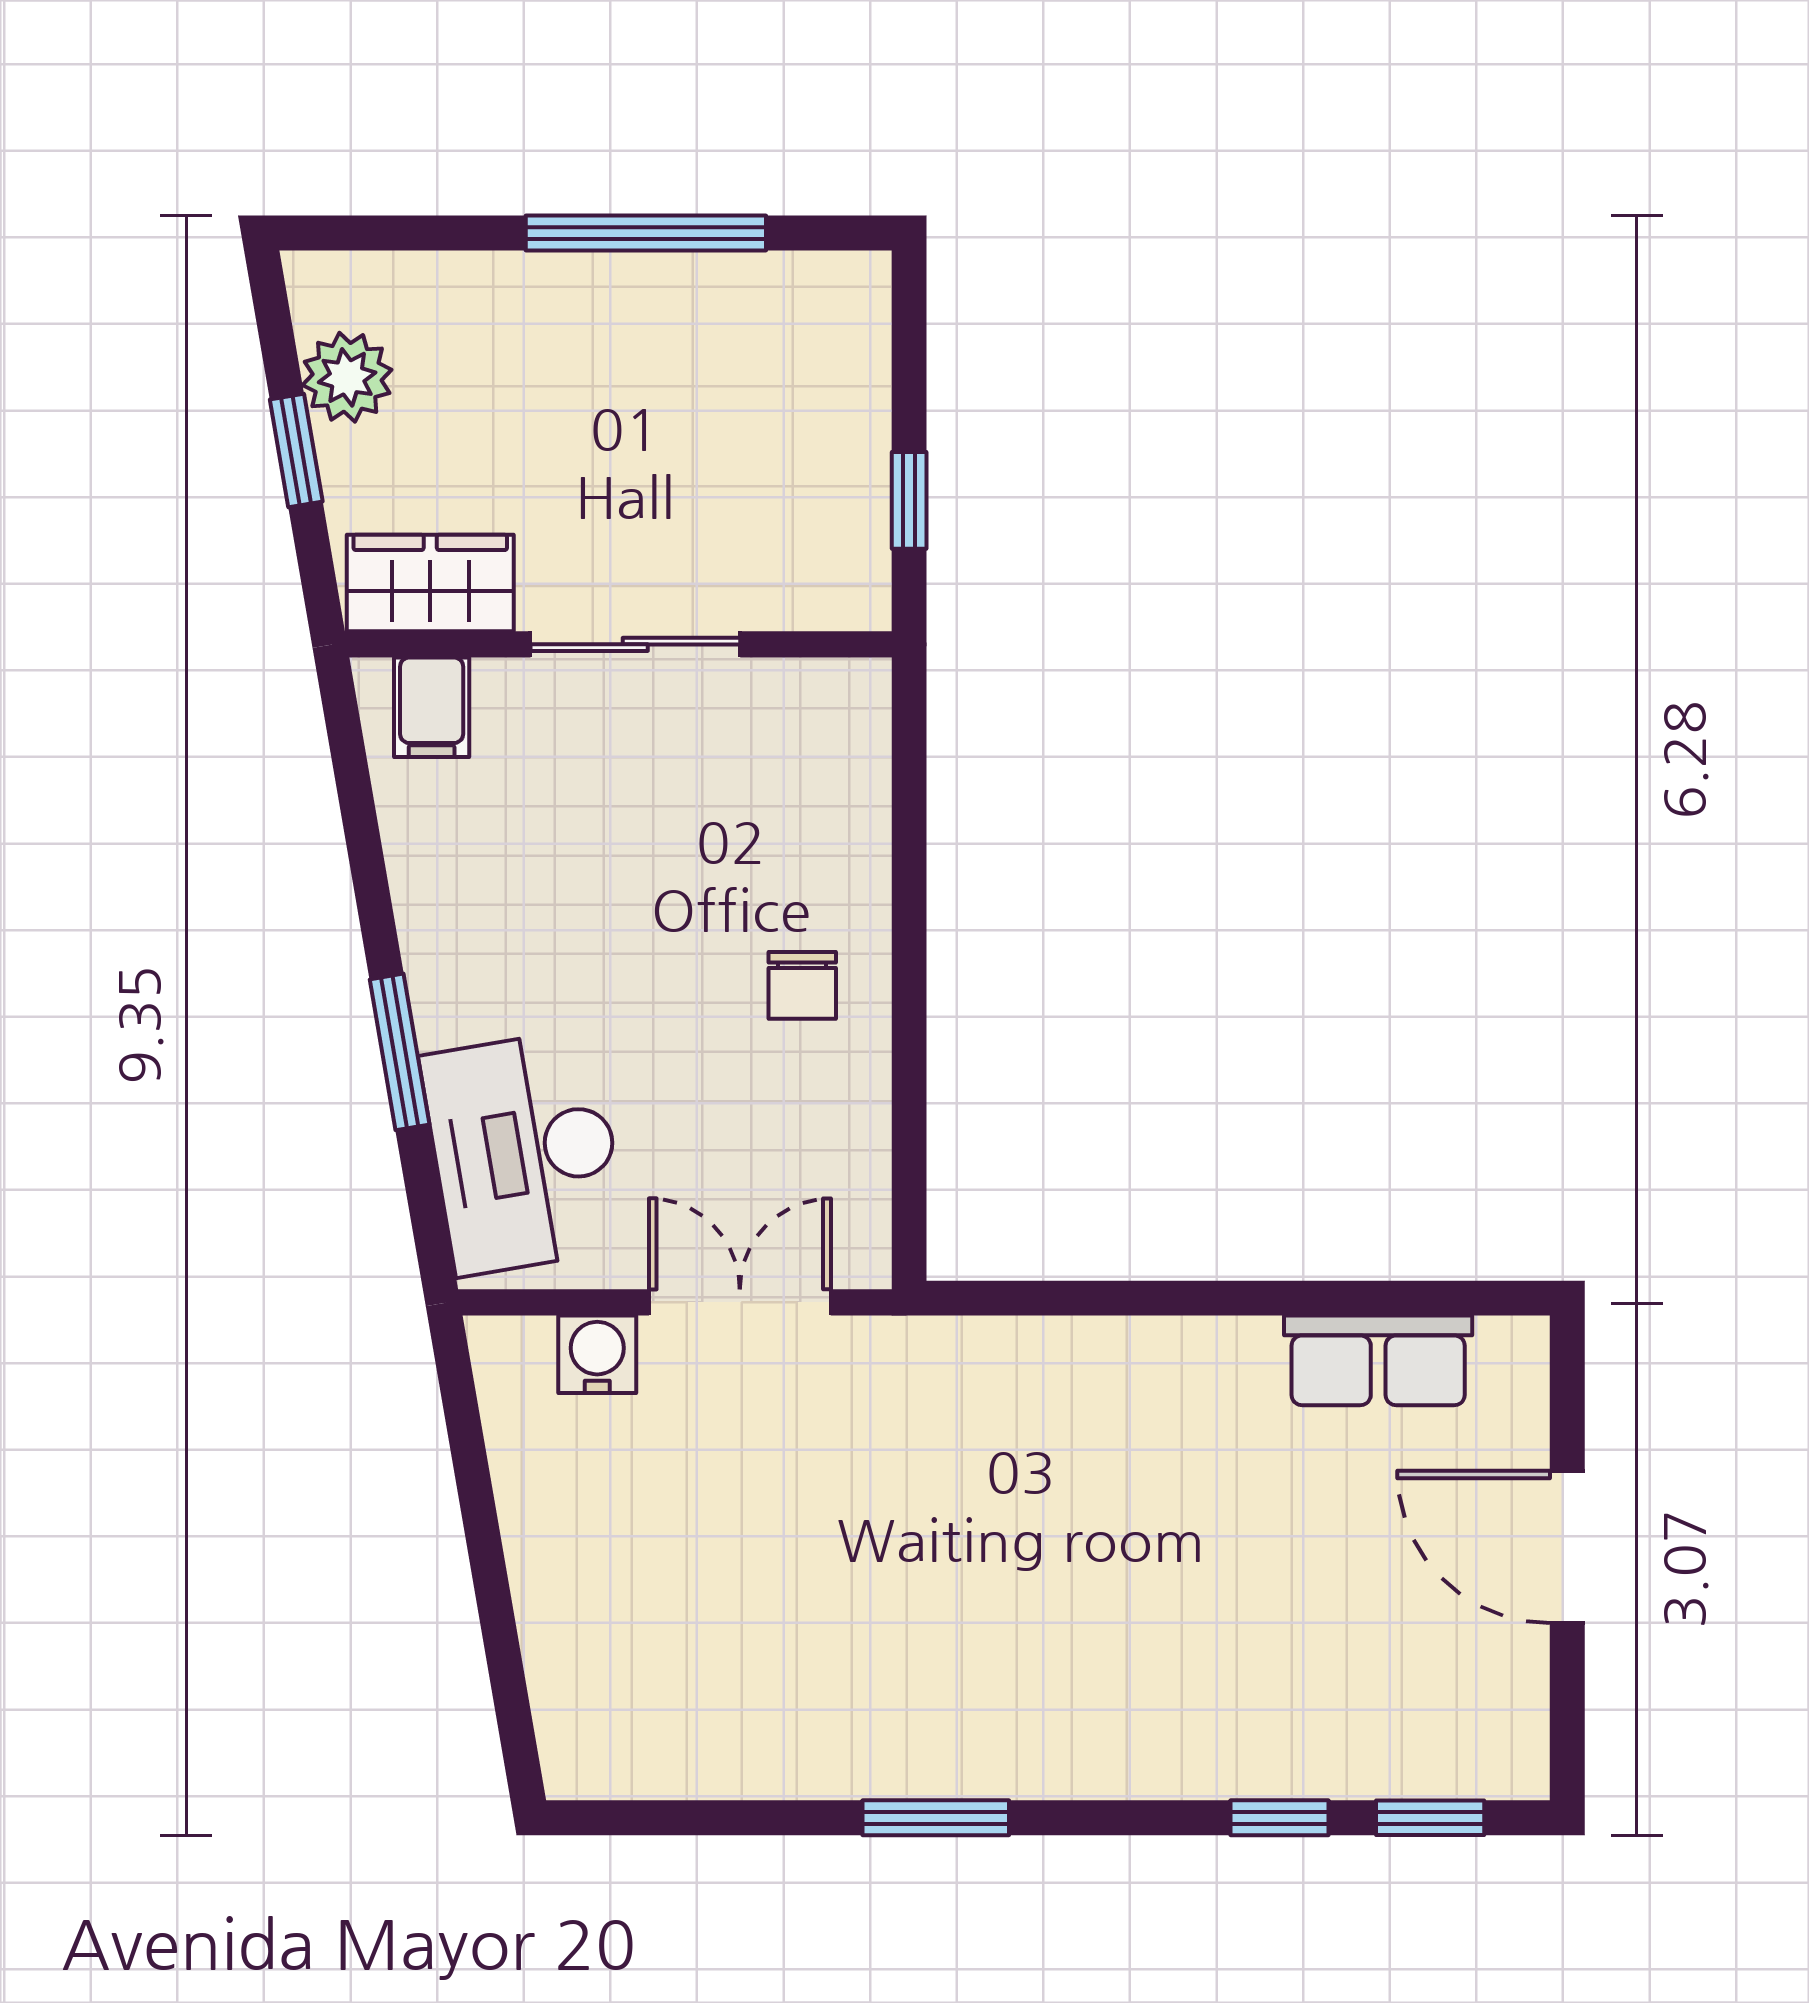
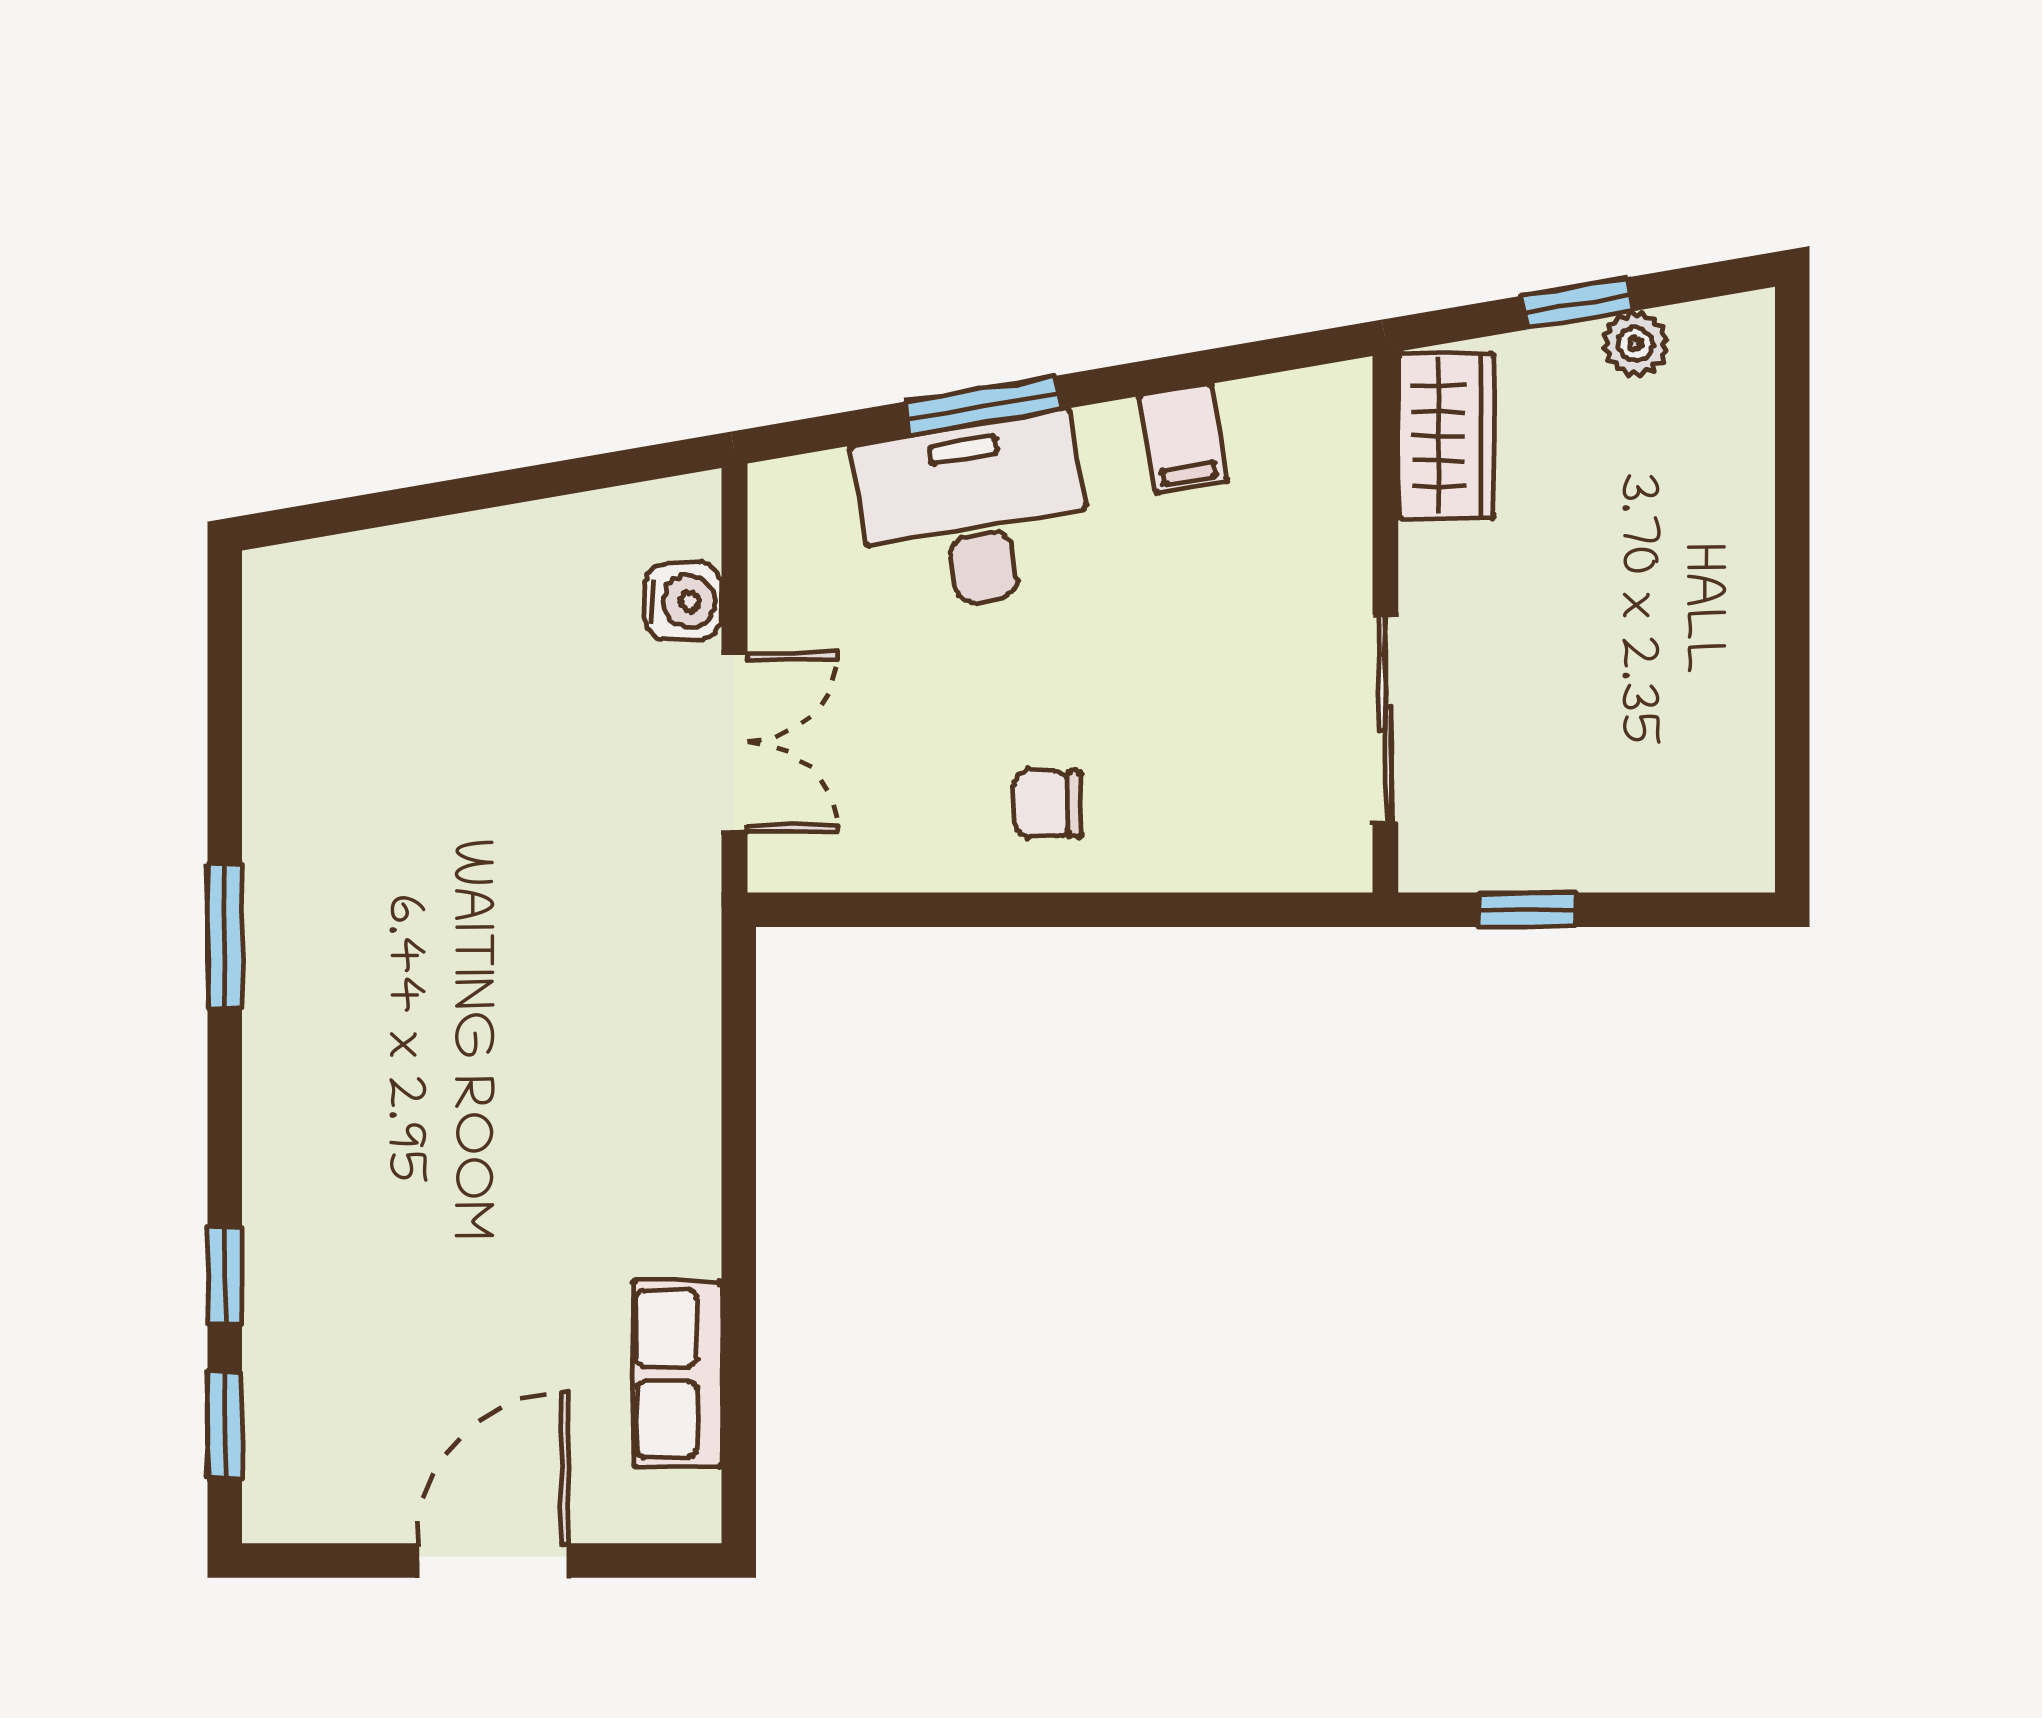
window: (646, 233) -> (1792, 649), removed
plant: (347, 377) -> (1635, 344), width x0.73, depth x0.73
sliding door: (635, 644) -> (1385, 719), moved
filing cabinet: (432, 707) -> (1183, 439), moved, turned -100
desk: (524, 1152) -> (974, 513), moved

